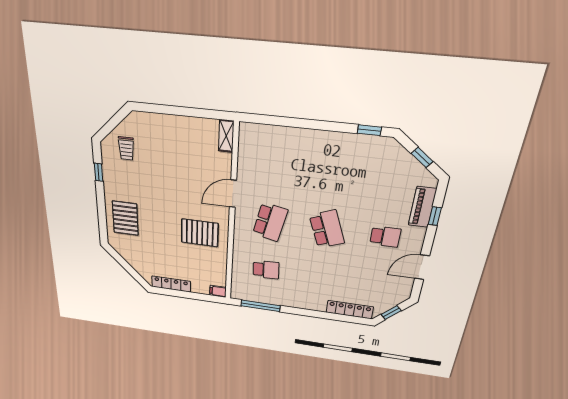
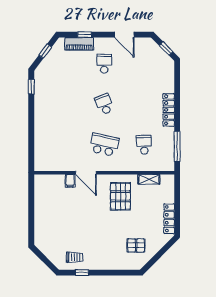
shelving: (226, 136) -> (149, 179), moved
trolley: (126, 148) -> (75, 257), moved
pallet: (125, 218) -> (136, 245), moved, width x0.67, depth x0.71
school desk: (327, 229) -> (104, 104), width x0.54
filing cabinet: (218, 291) -> (70, 181), moved
locker: (350, 310) -> (169, 110), moved

